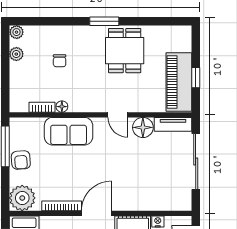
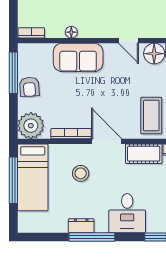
bookcase: (42, 107) -> (31, 33), moved
coffee table: (140, 188) -> (151, 116), added
door: (96, 213) -> (107, 141), hinge flipped

